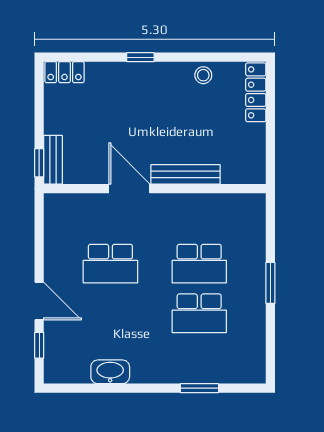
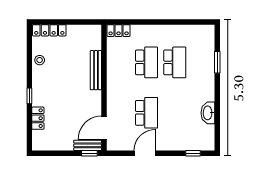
locker: (65, 72) -> (38, 118), moved
door: (129, 189) -> (104, 128), moved
locker: (255, 214) -> (119, 31), added
window: (270, 283) -> (158, 22), removed
door: (39, 301) -> (145, 153), moved

